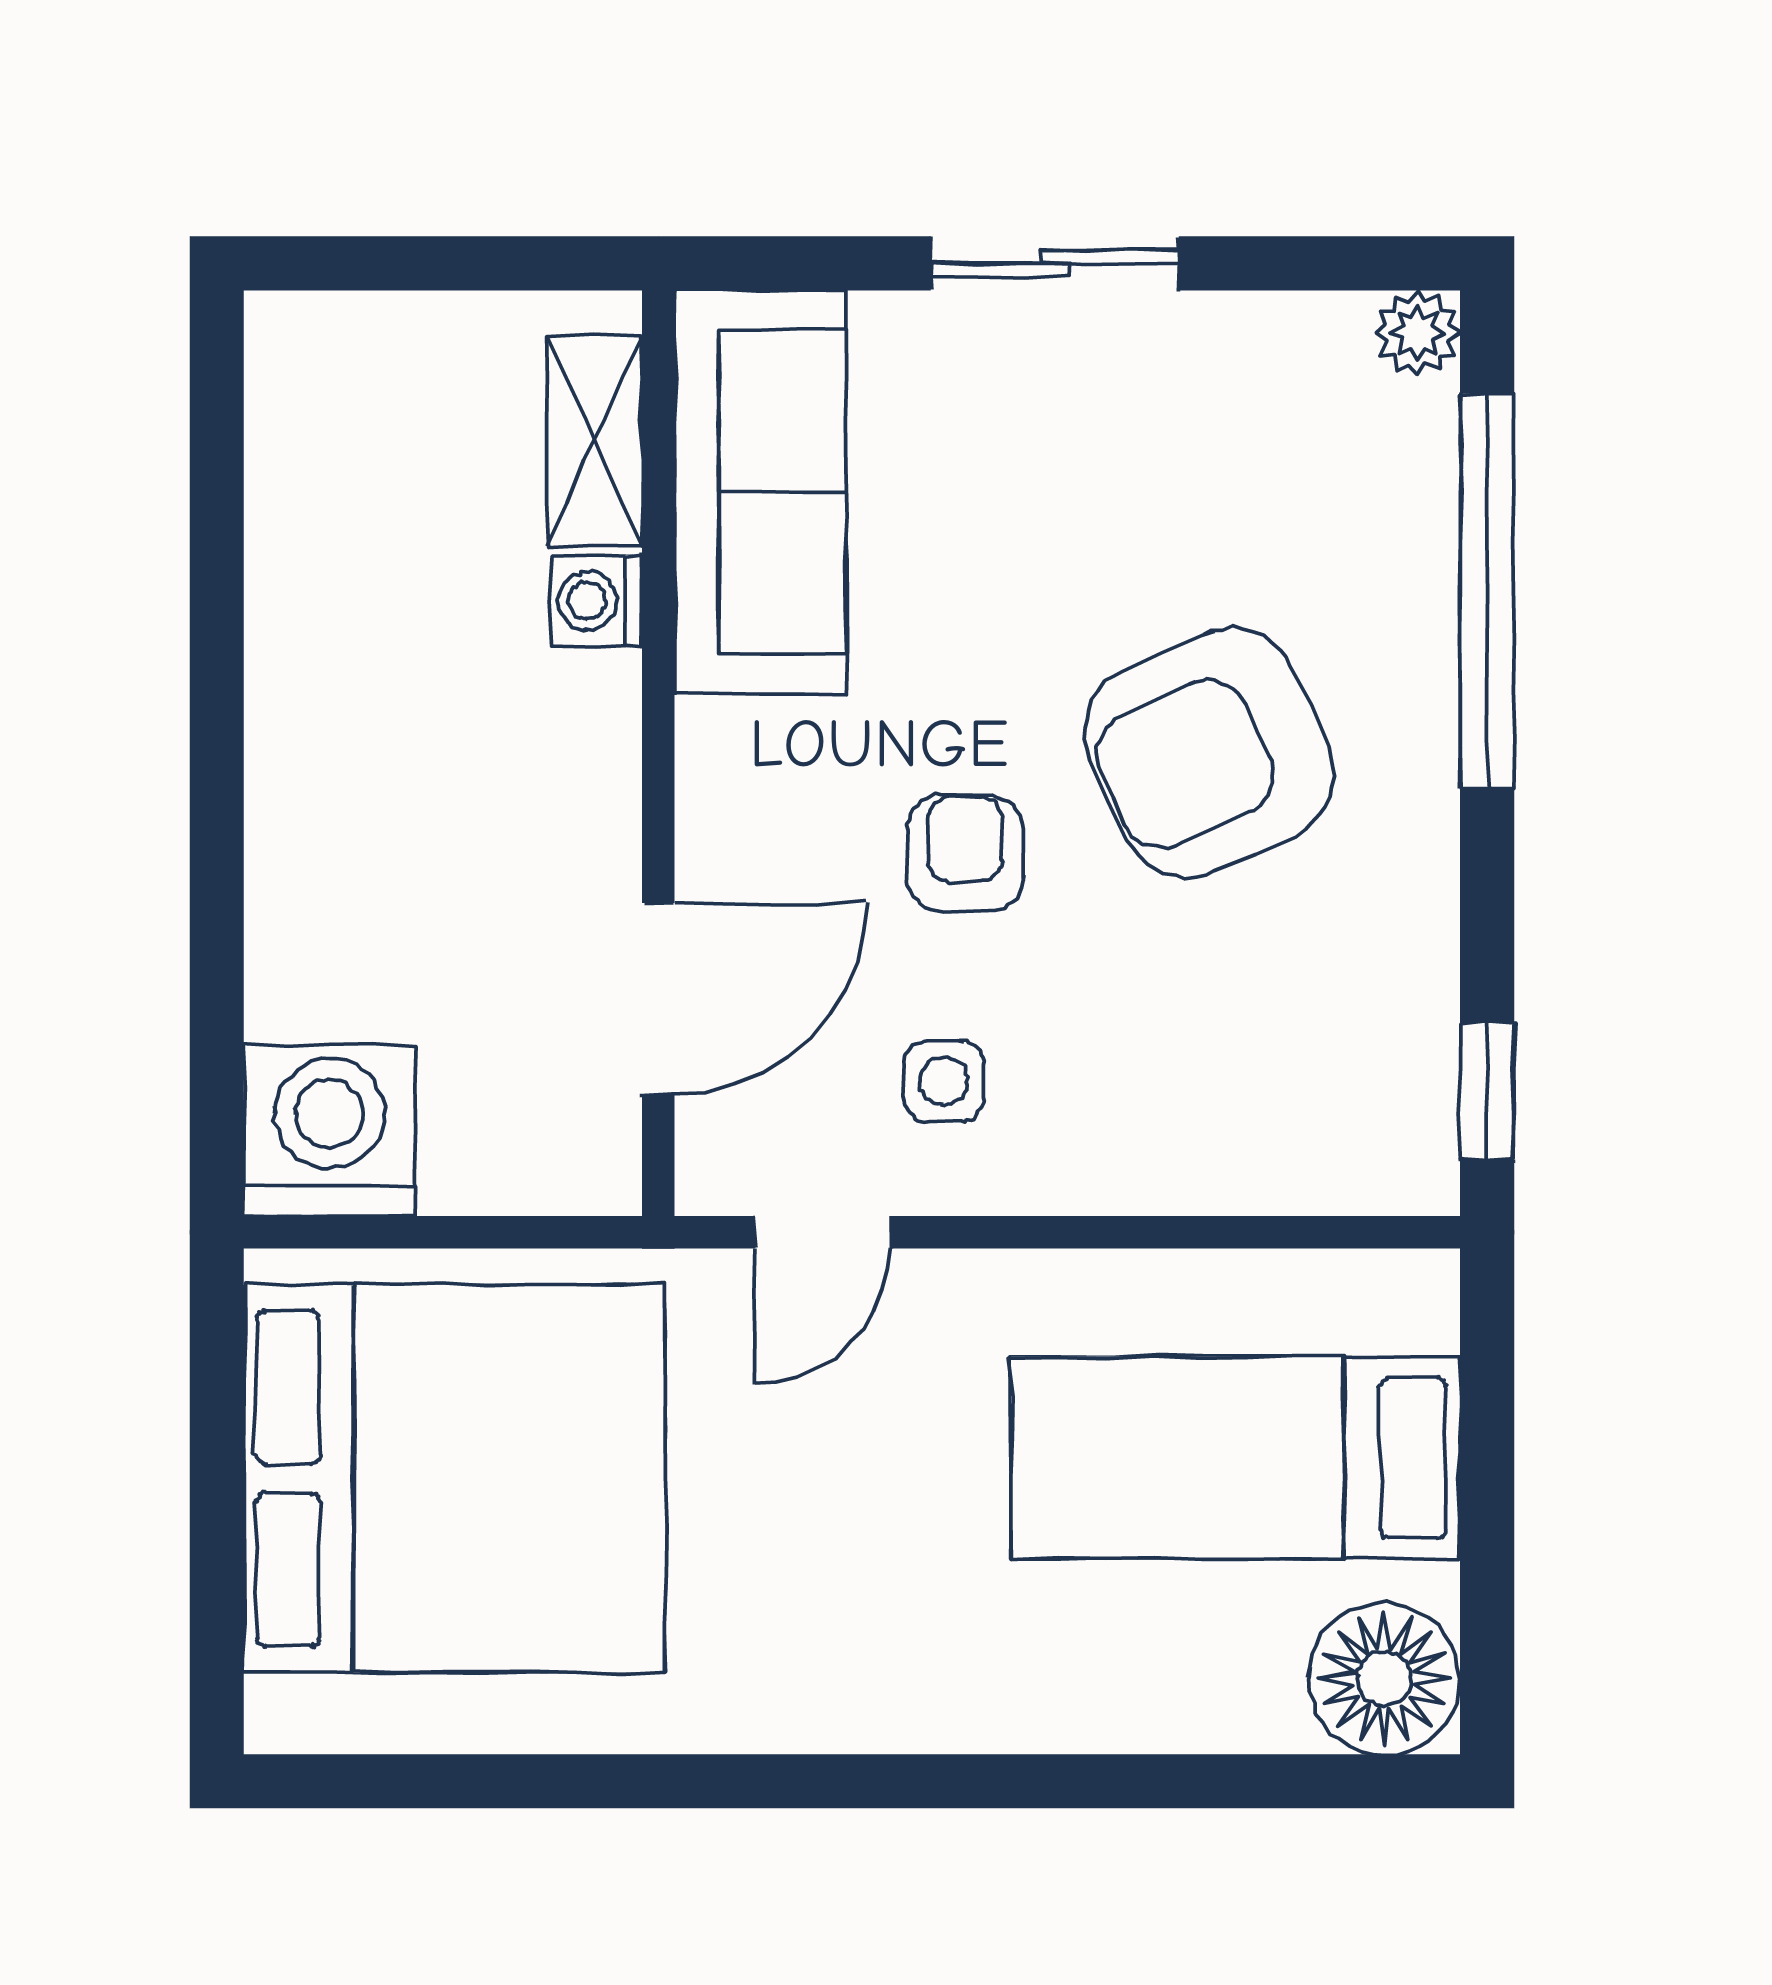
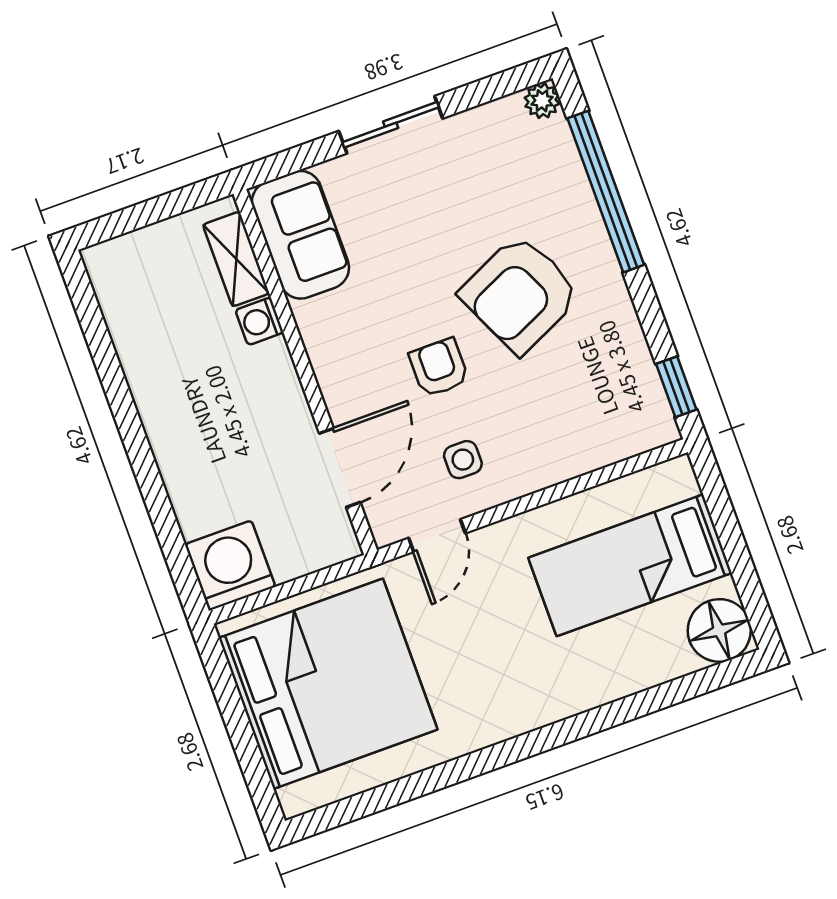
sofa: (760, 492) -> (300, 235), width x0.73

